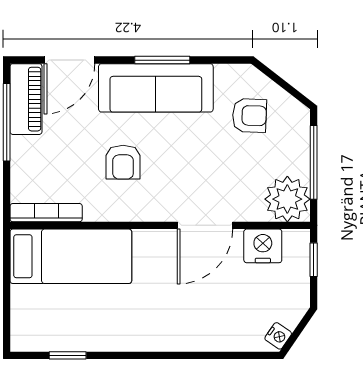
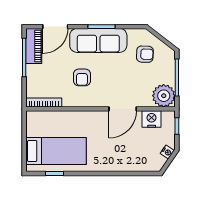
bed: (71, 256) -> (56, 151), moved
nightstand: (278, 336) -> (167, 152), moved

